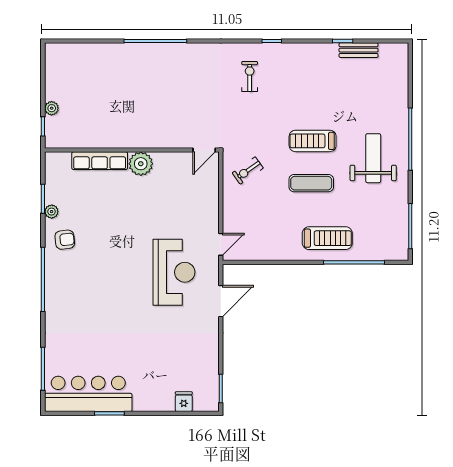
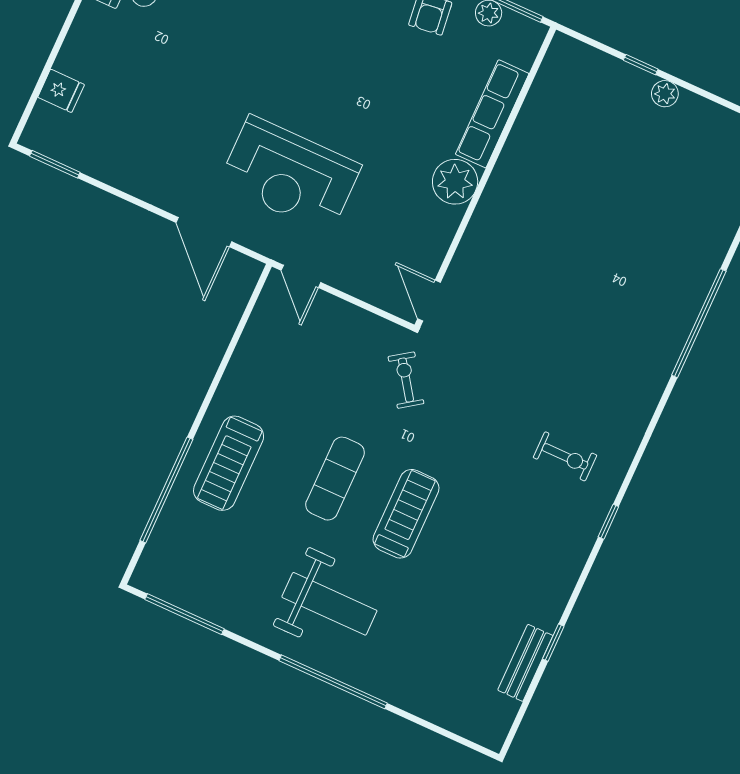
wall: (132, 150) -> (485, 177), moved
door: (204, 150) -> (429, 301), moved
row of seats: (100, 161) -> (492, 114), moved
plant: (141, 164) -> (455, 182), moved

